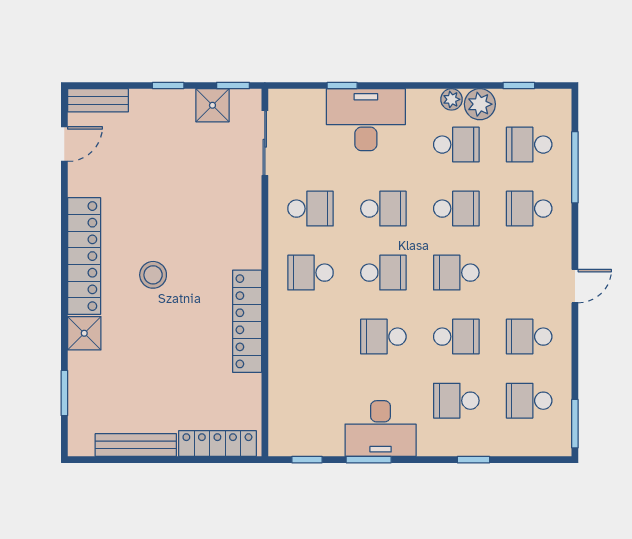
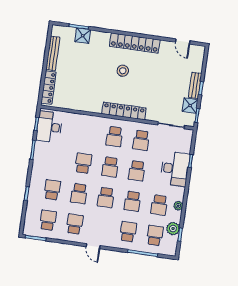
bench: (98, 100) -> (195, 85), moved
plant: (480, 104) -> (173, 229), moved
school desk: (310, 273) -> (114, 137), turned 180
school desk: (456, 273) -> (106, 197), turned 180
locker: (247, 321) -> (124, 111), moved
shower: (84, 333) -> (83, 36), moved
desk: (381, 429) -> (49, 127), moved

